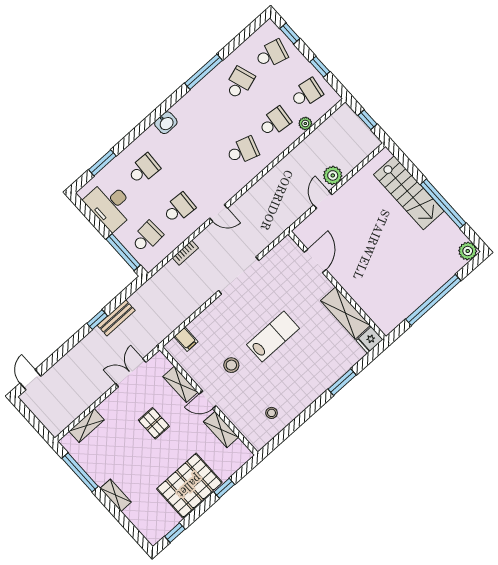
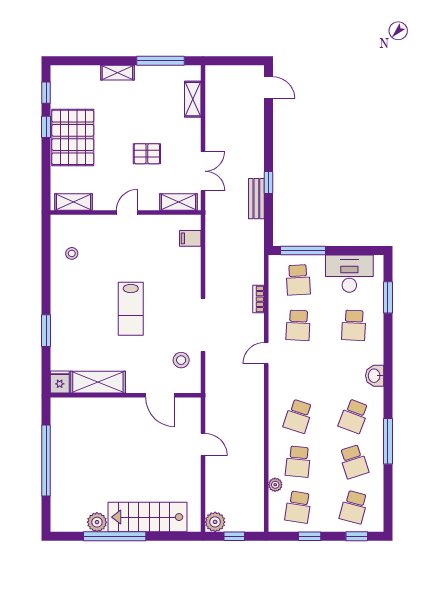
school desk: (207, 112) -> (354, 416), added
plant: (333, 175) -> (215, 522), moved
plant: (468, 251) -> (97, 522), moved
stool: (231, 365) -> (181, 360), moved
shelving: (180, 384) -> (178, 202), moved
shelving: (221, 429) -> (73, 202), moved
window: (224, 488) -> (46, 127), moved

